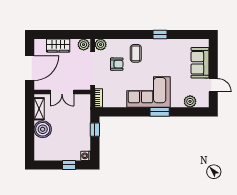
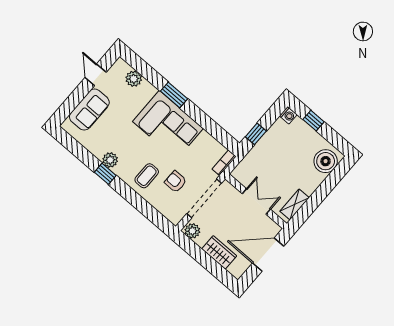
plant: (101, 45) -> (110, 160), moved
boiler: (43, 129) -> (326, 161), moved

